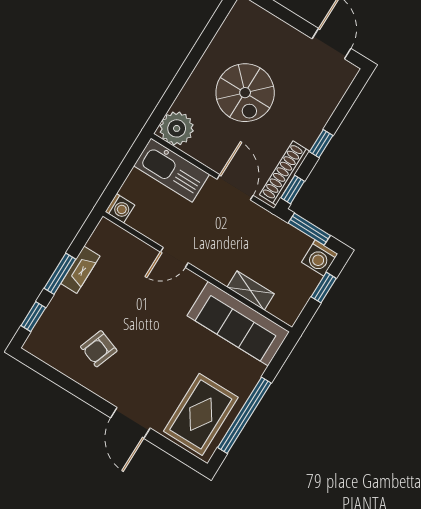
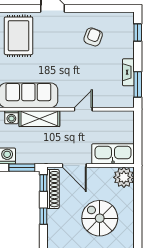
washing machine: (120, 208) -> (11, 117), moved, turned -90
window: (60, 274) -> (138, 84), moved
shelving: (251, 290) -> (39, 119), width x1.50, depth x1.33

